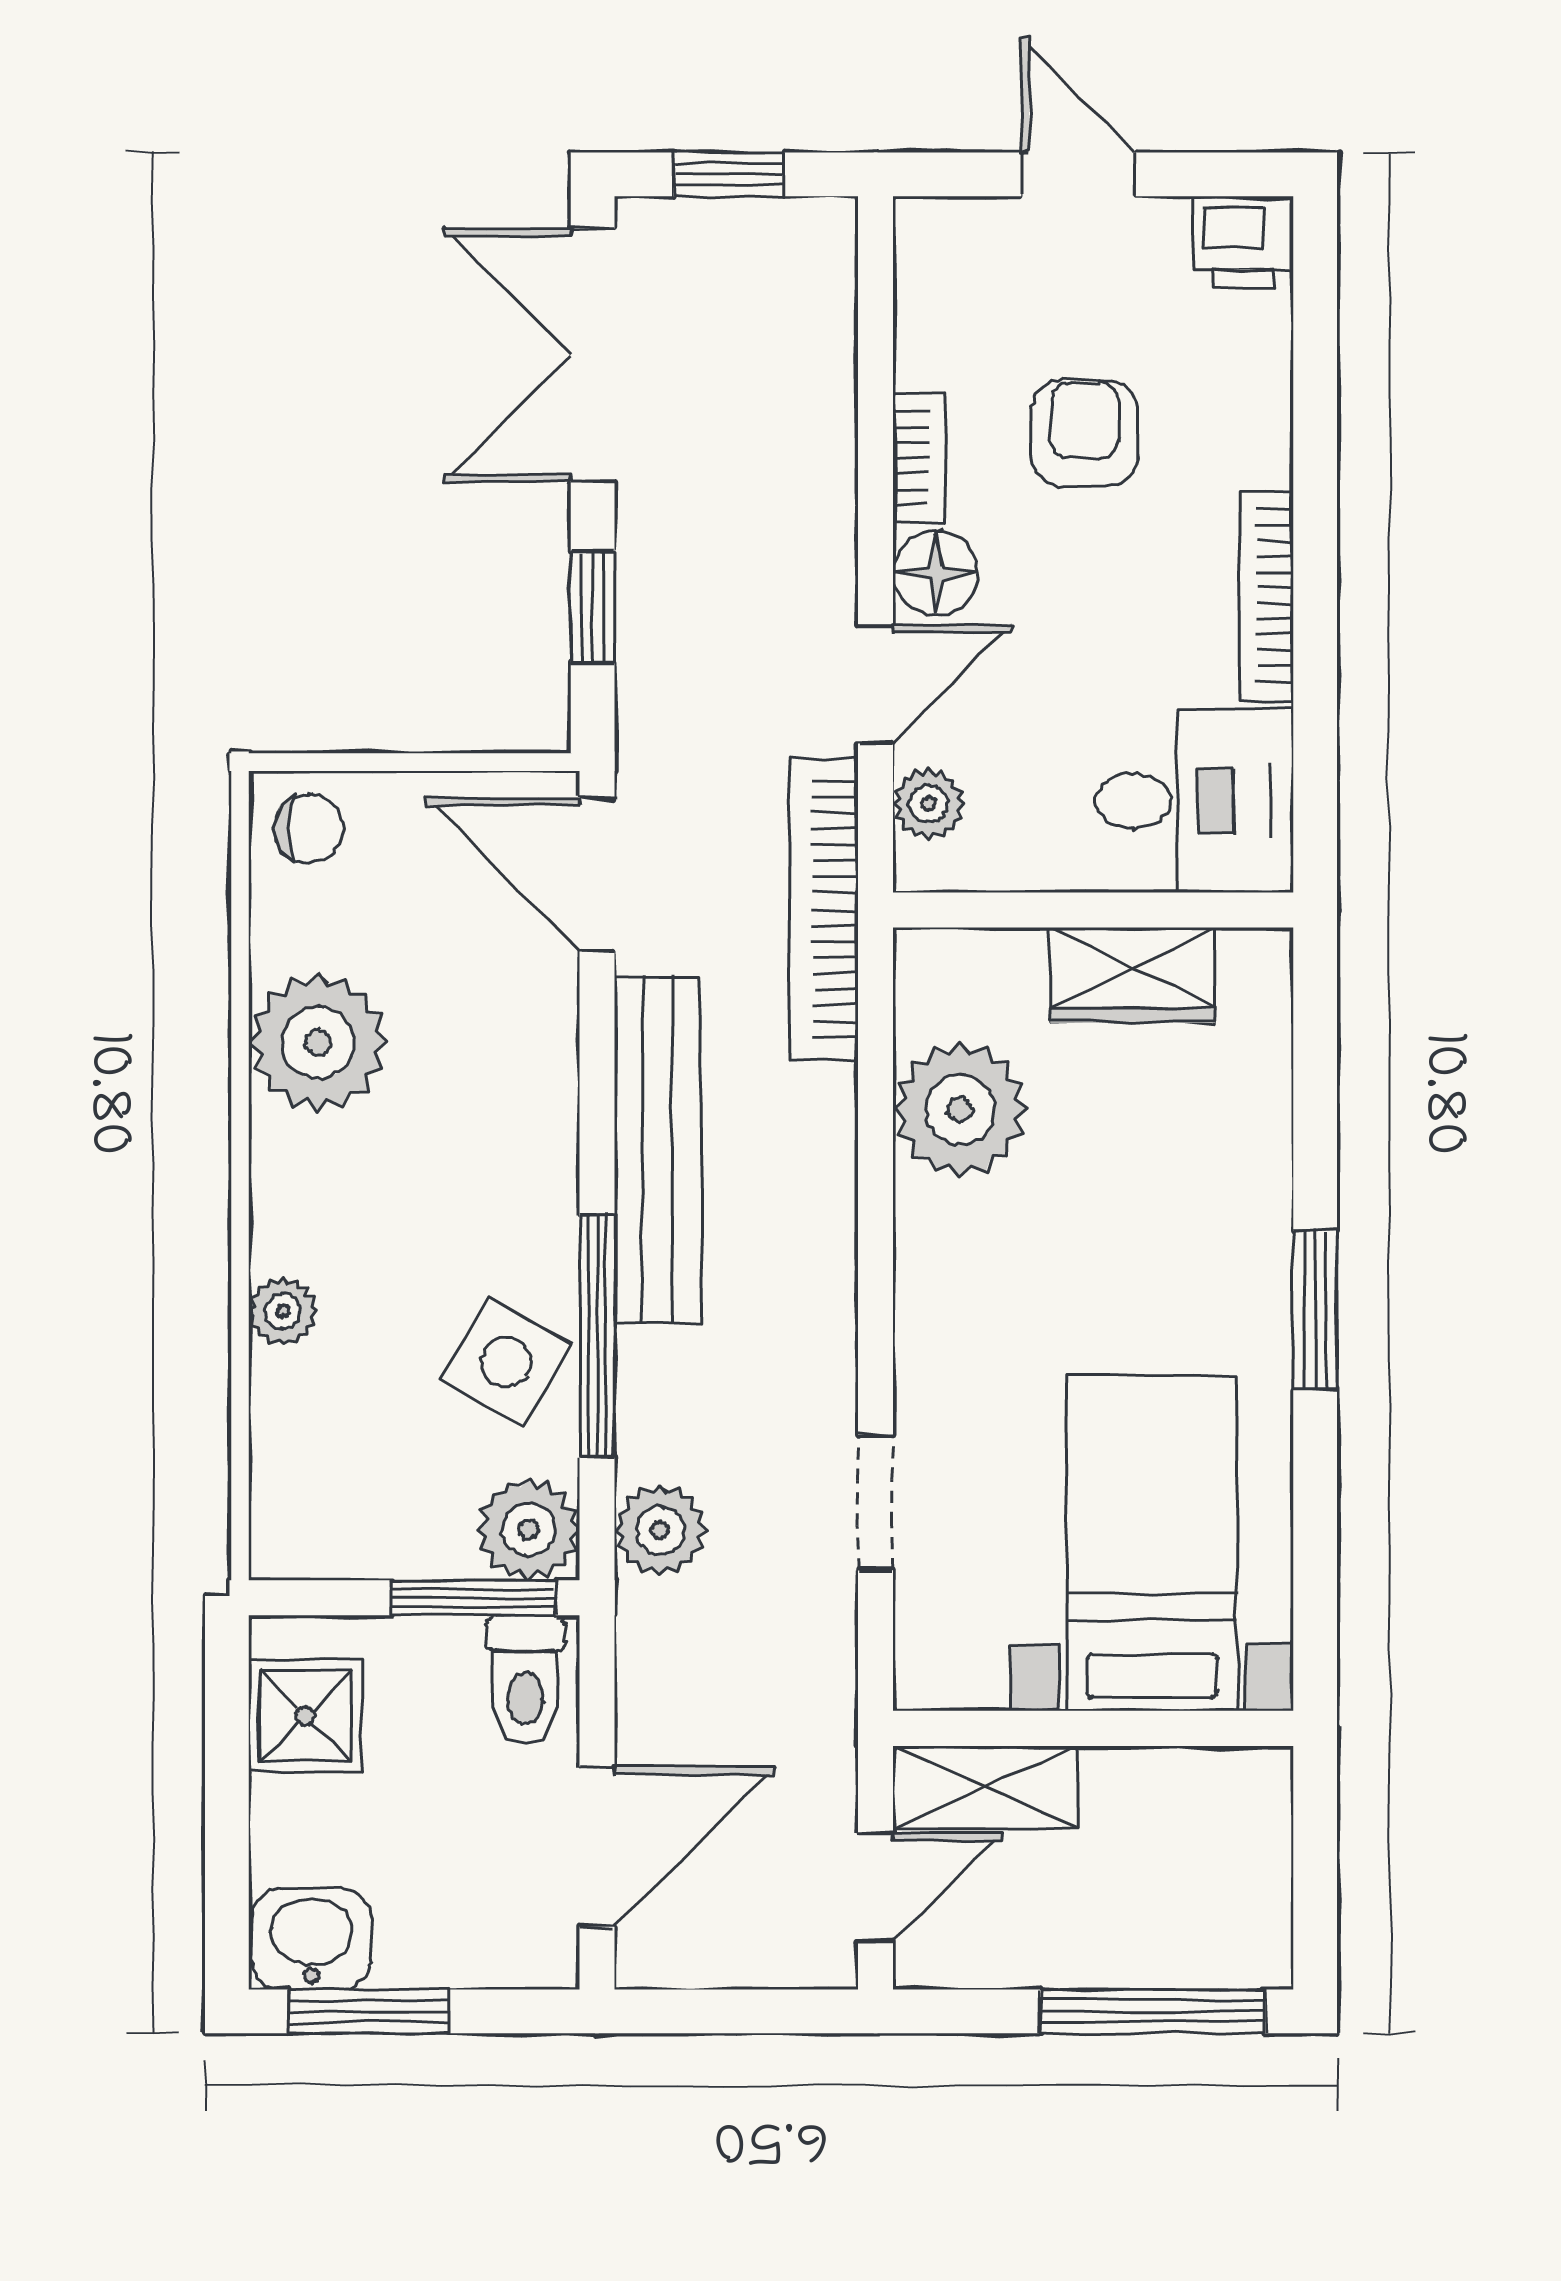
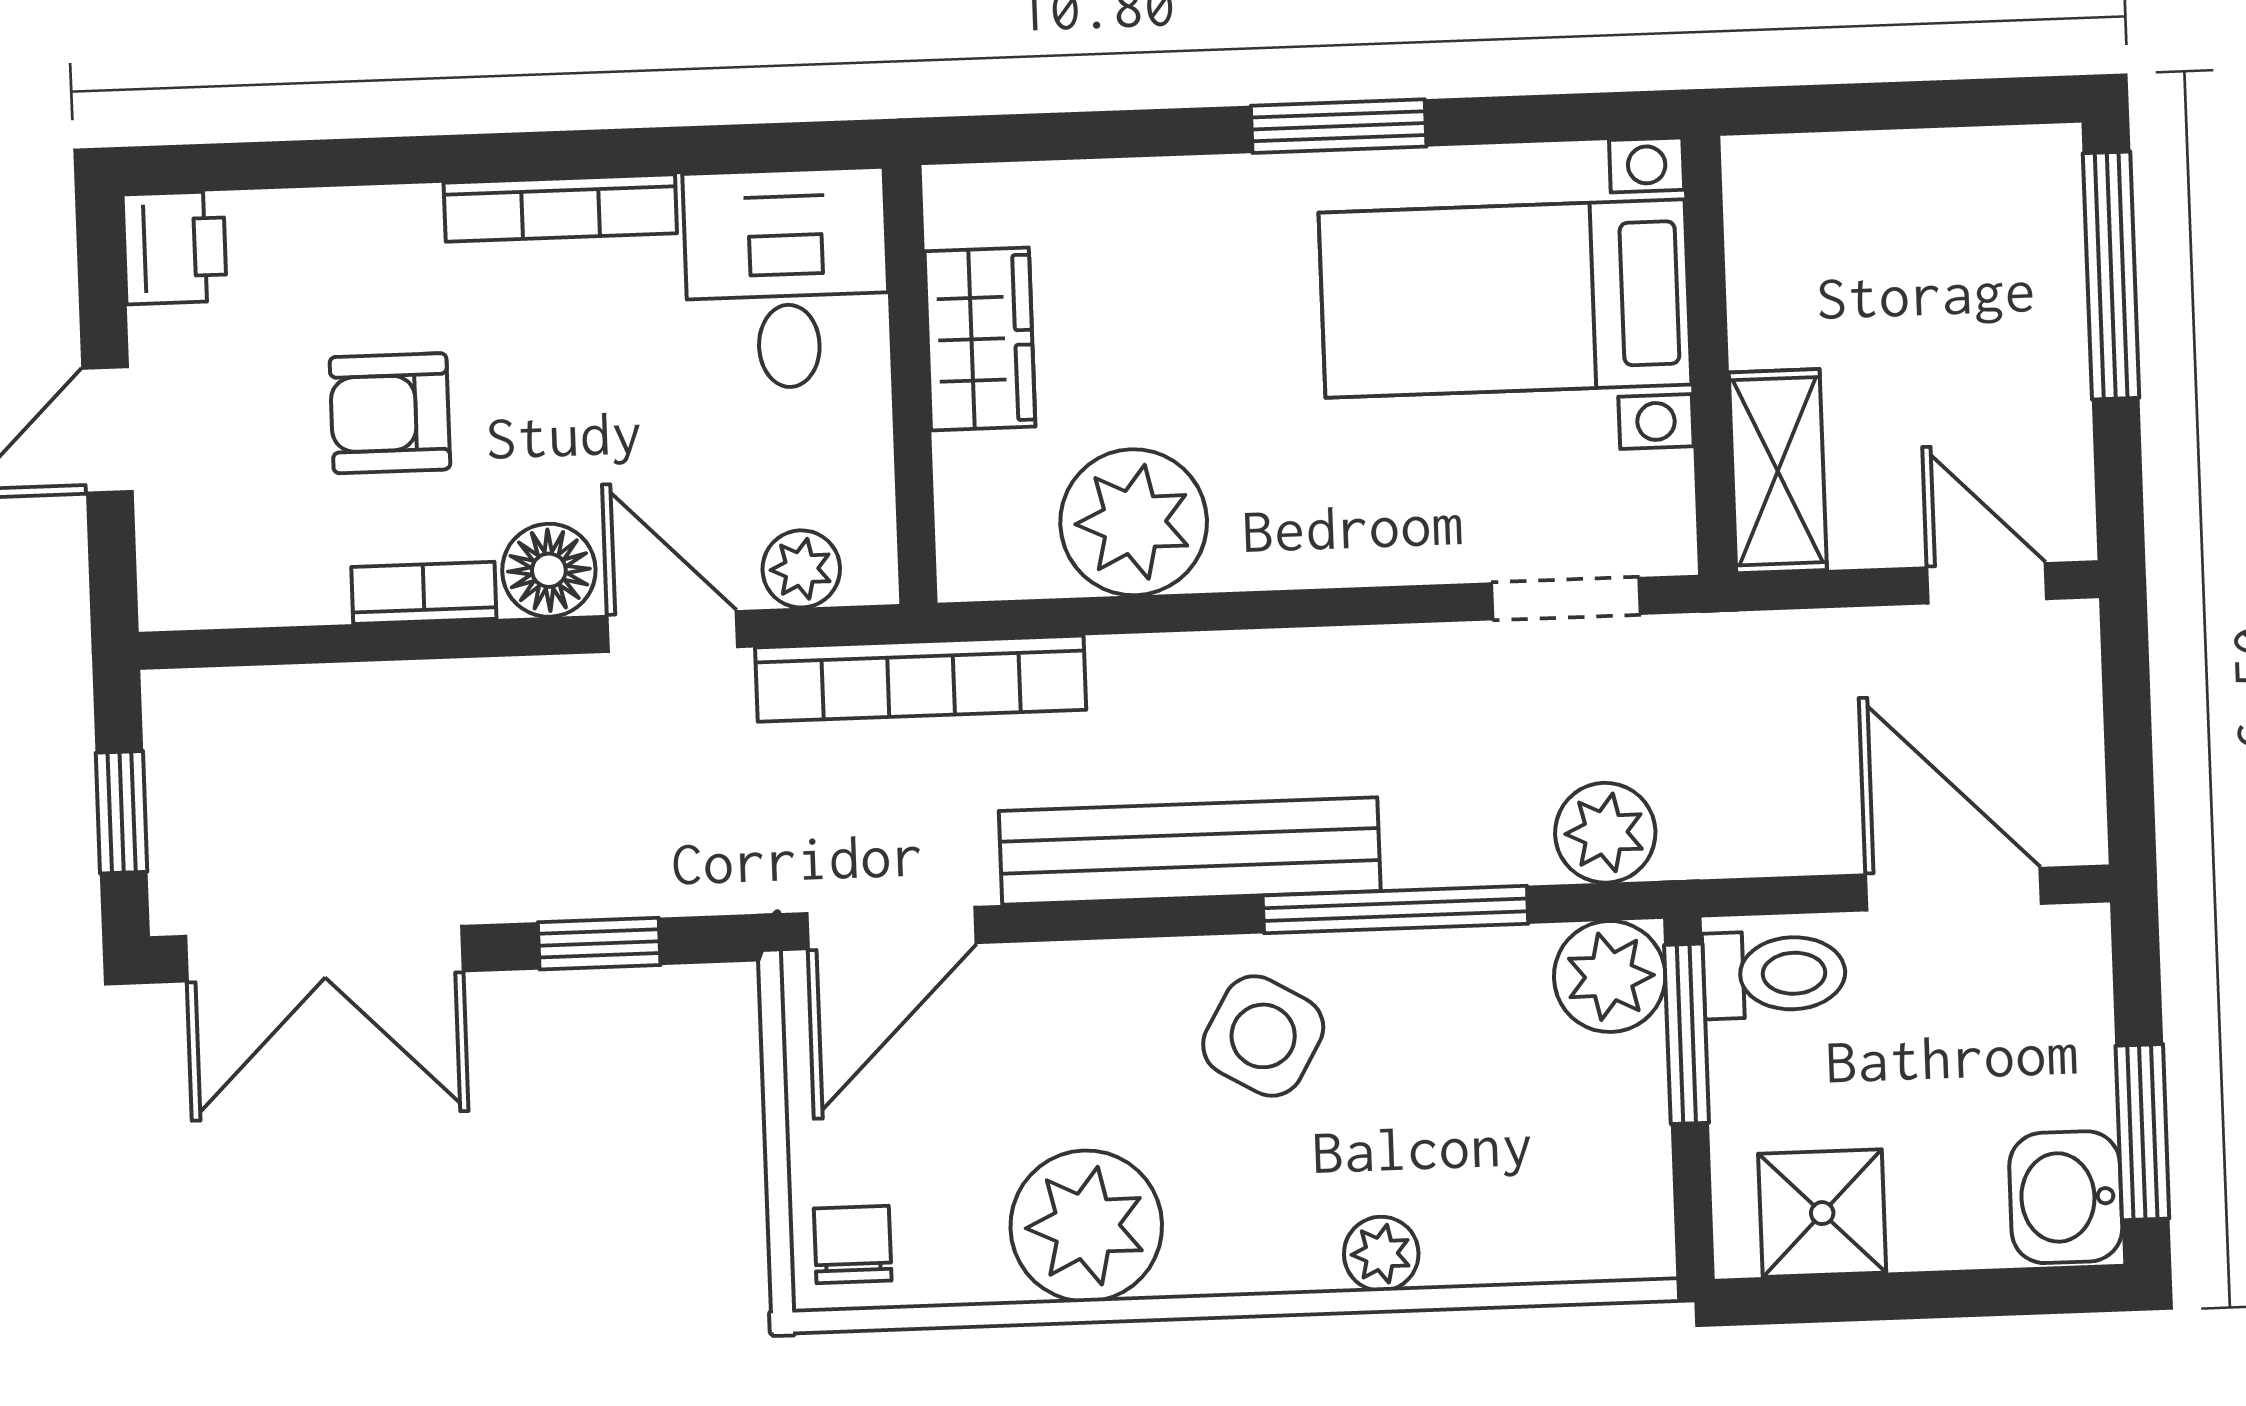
side table: (506, 1362) -> (1263, 1036), moved
bed with nightstands: (1152, 1544) -> (1505, 299), moved
wall: (1093, 1728) -> (1709, 355), moved
shelving: (985, 1787) -> (1778, 471), moved

